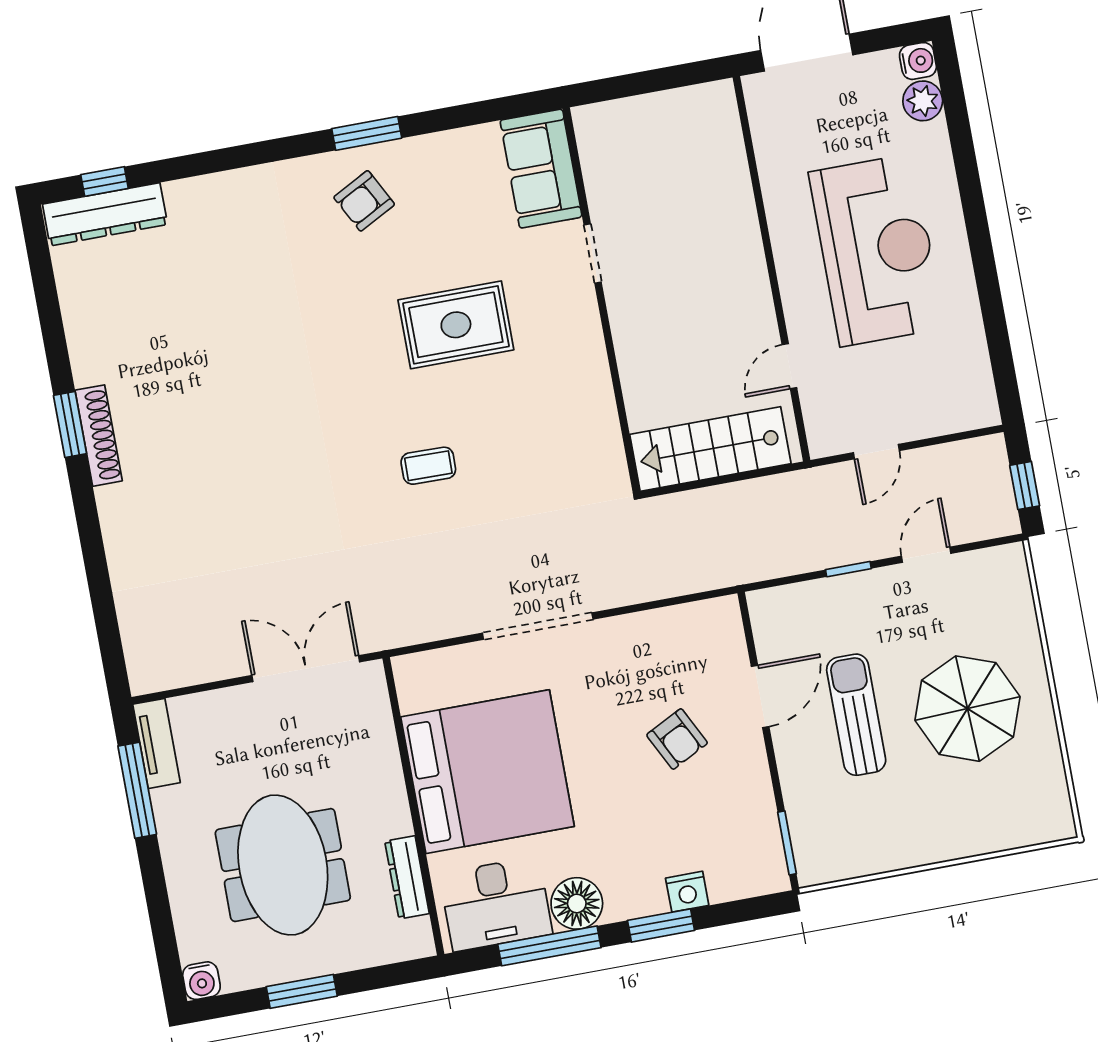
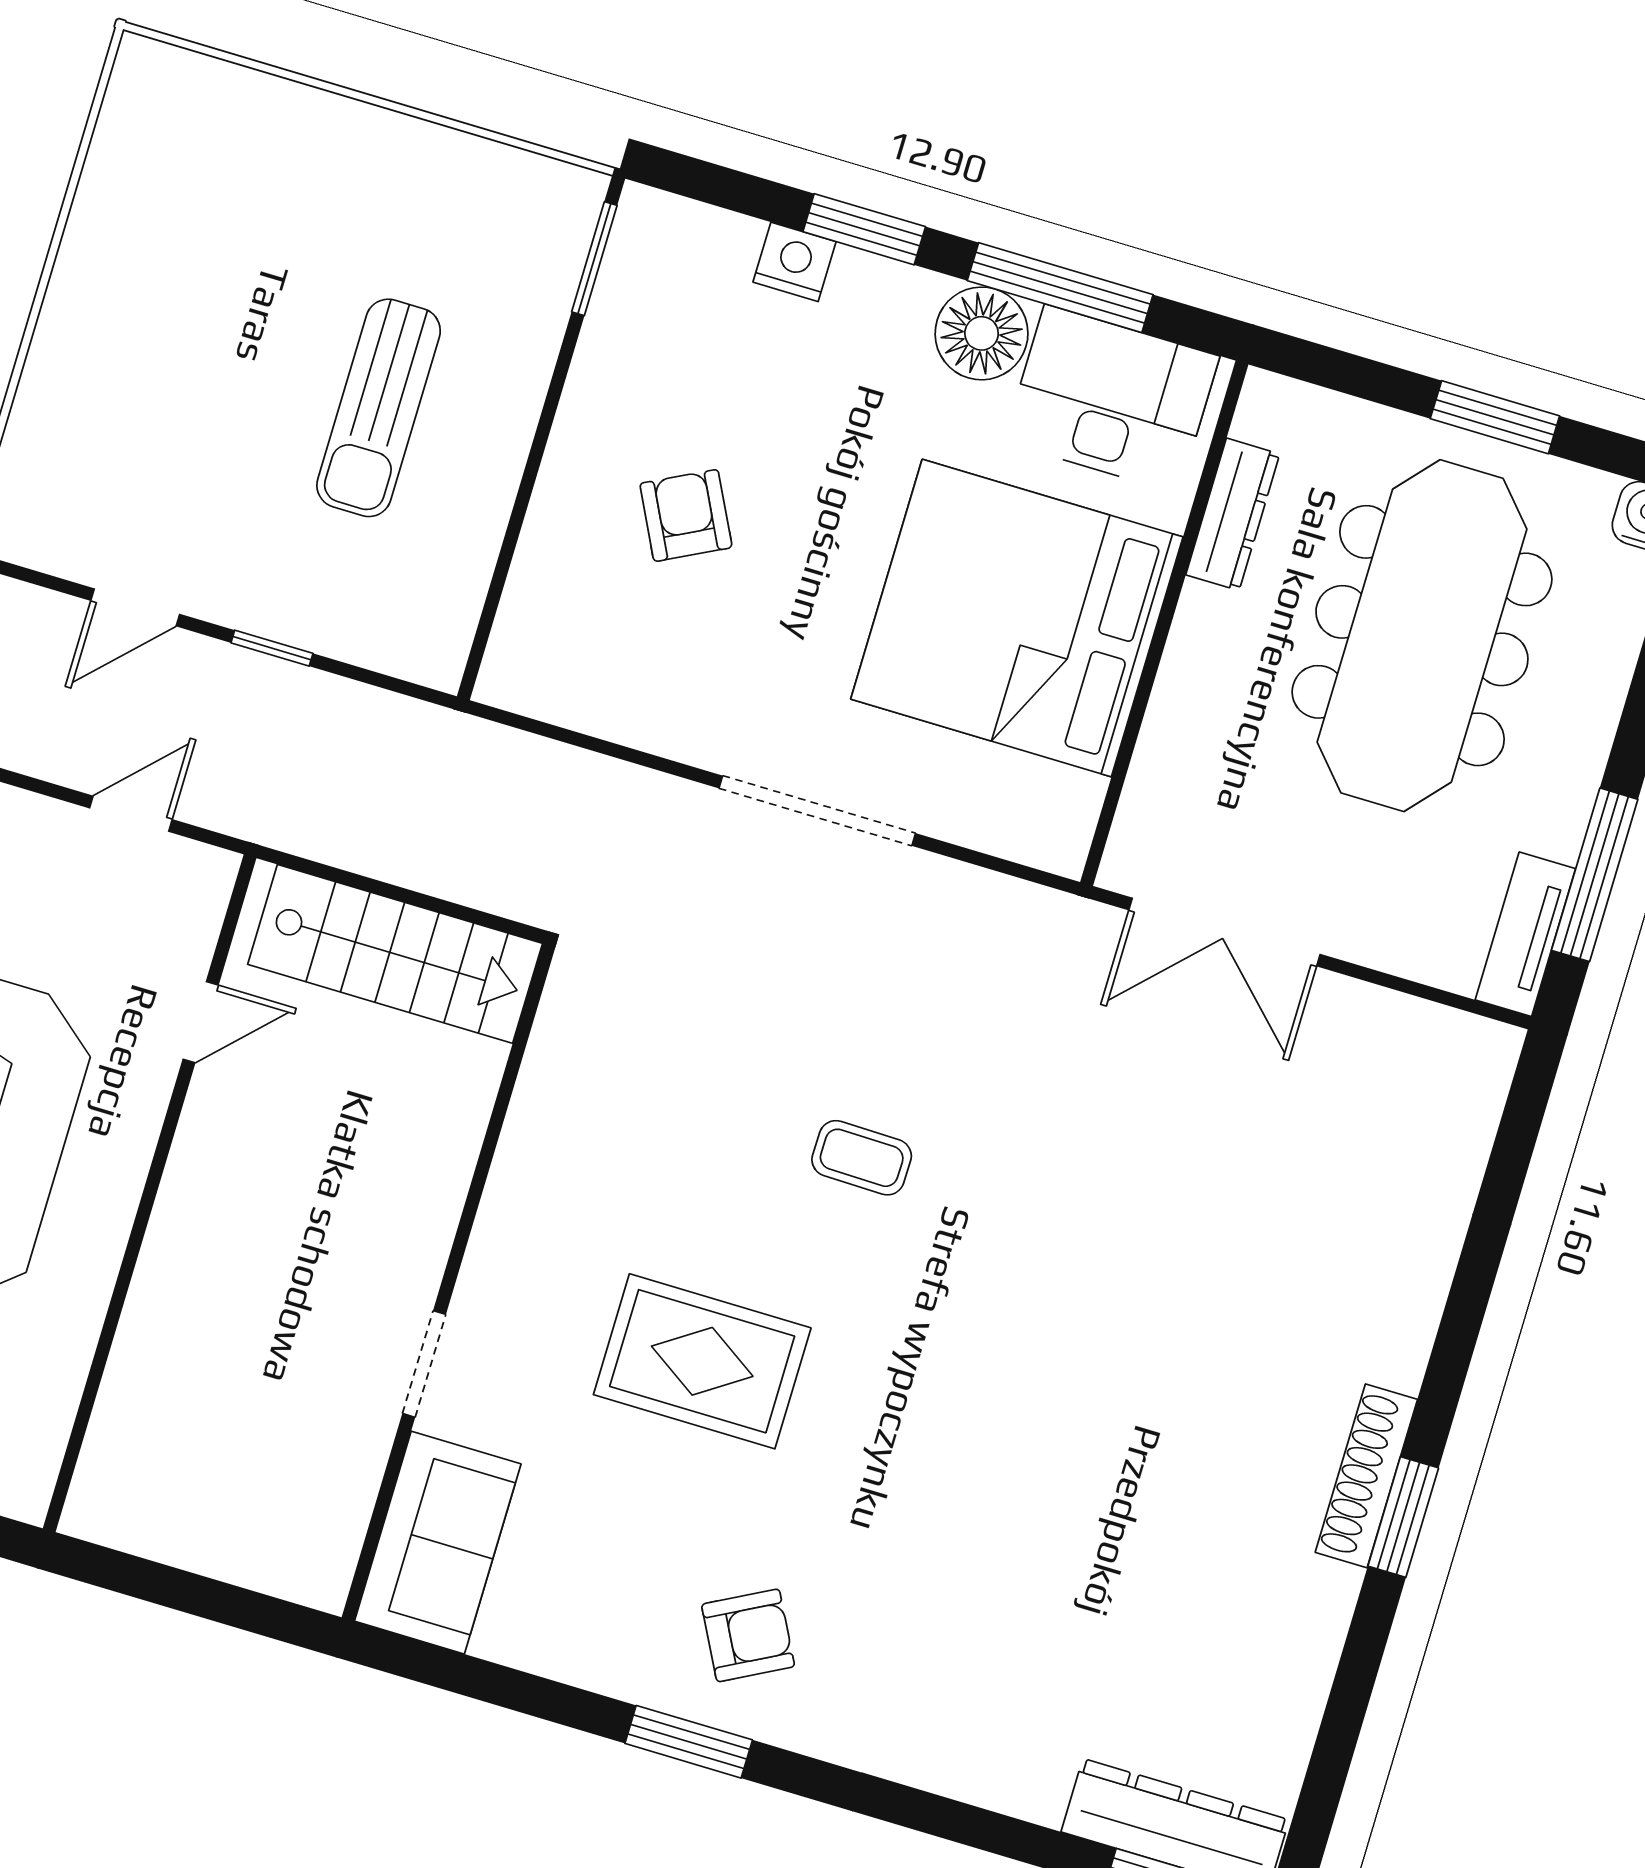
door: (760, 697) -> (518, 516), removed
parasol: (967, 709) -> (195, 327), removed
meeting table: (283, 865) -> (1422, 636), width x1.36

